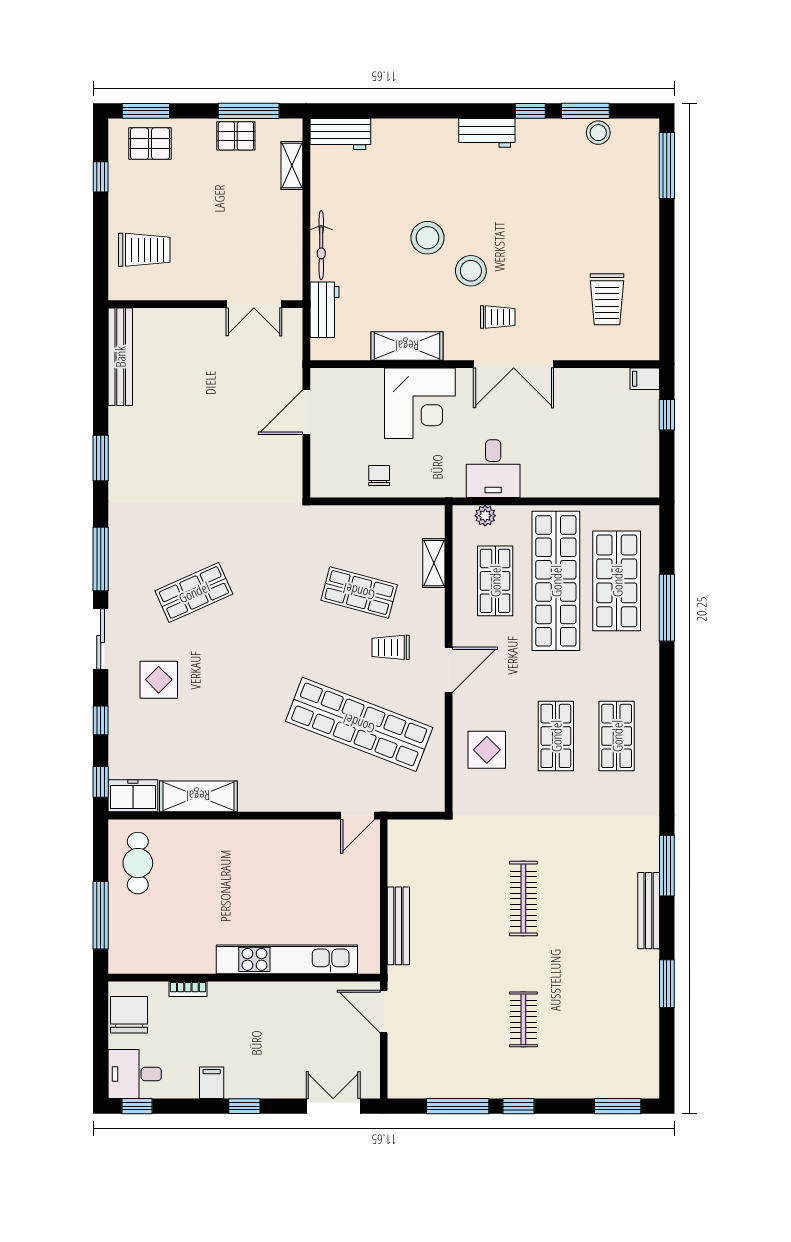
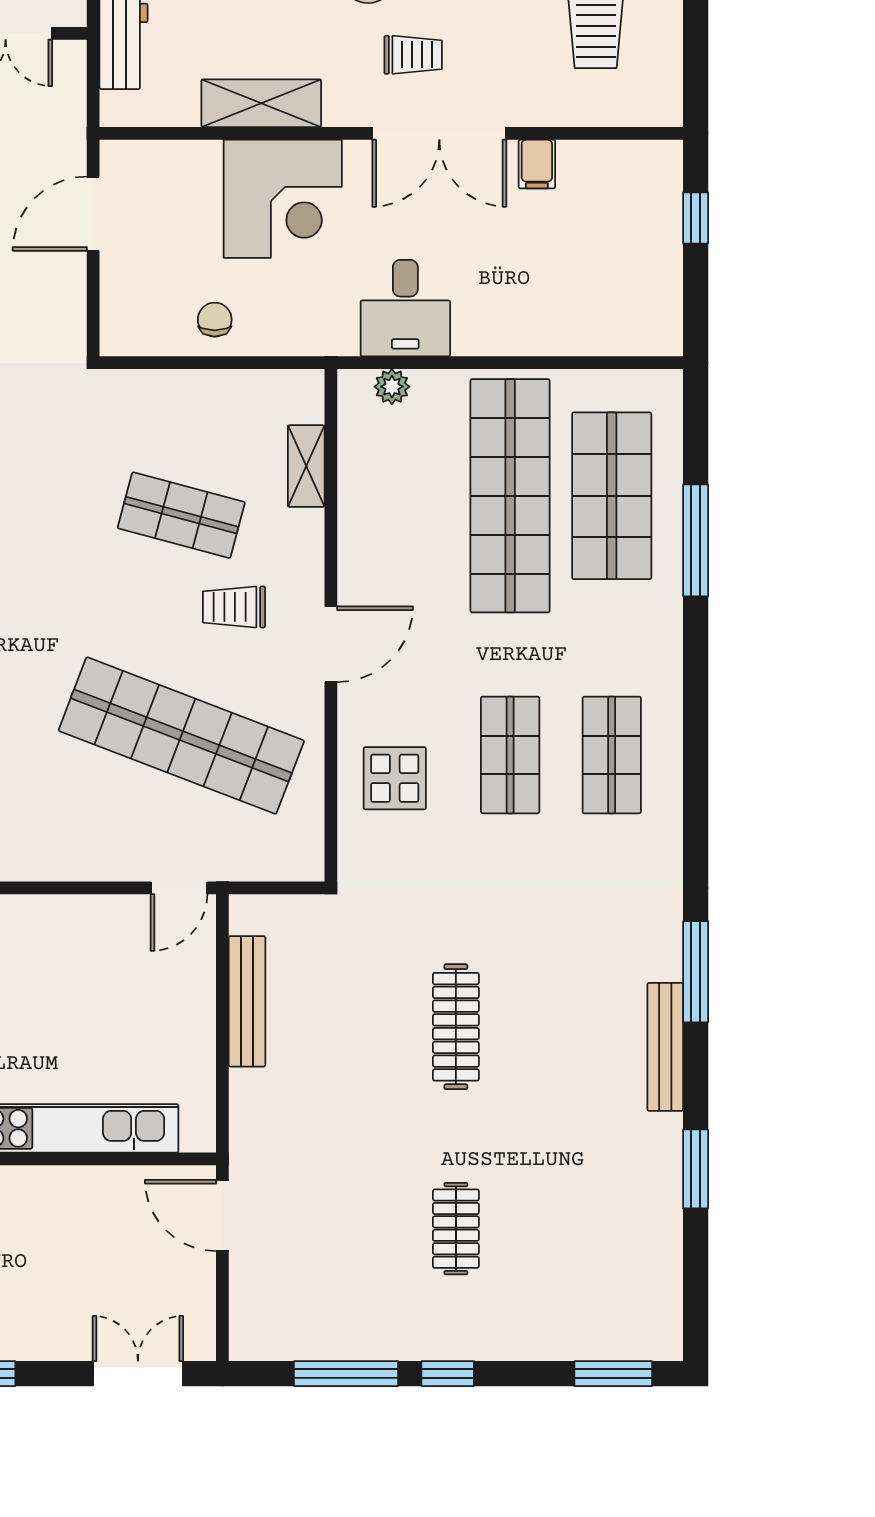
filing cabinet: (645, 379) -> (537, 164), moved, turned -90
shop shelf: (495, 581) -> (408, 496), removed
bench: (398, 926) -> (247, 1001), moved

